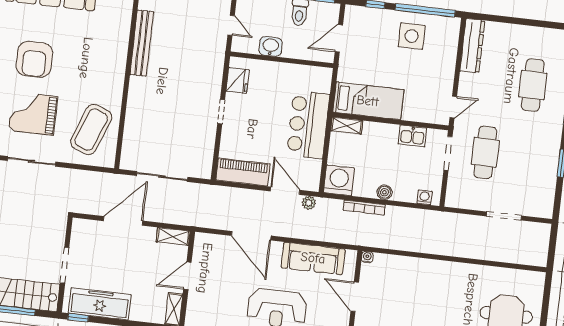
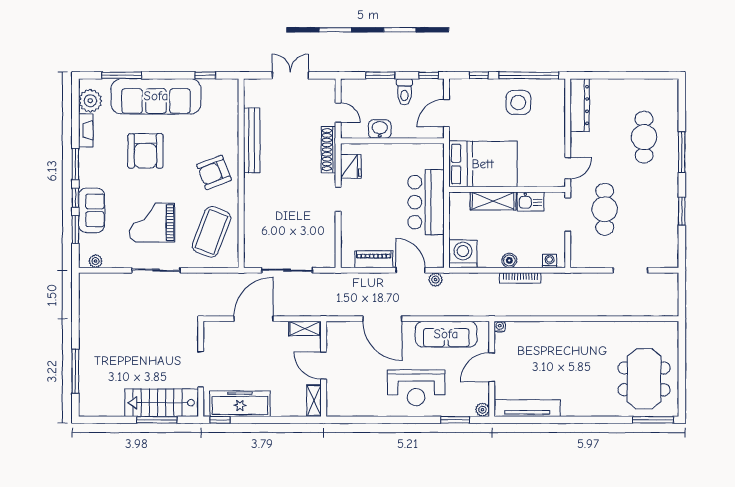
armchair: (34, 59) -> (145, 151), moved
shoe rack: (217, 61) -> (329, 150), added
armchair: (101, 71) -> (214, 172), added
bed: (368, 101) -> (483, 164), width x1.50
shelving: (347, 126) -> (493, 201), moved, width x1.50, depth x1.33
piano: (243, 172) -> (374, 259), width x0.73, depth x0.75
bookcase: (364, 208) -> (520, 278), moved
door: (187, 276) -> (324, 366), hinge flipped
door: (355, 297) -> (492, 367), hinge flipped

